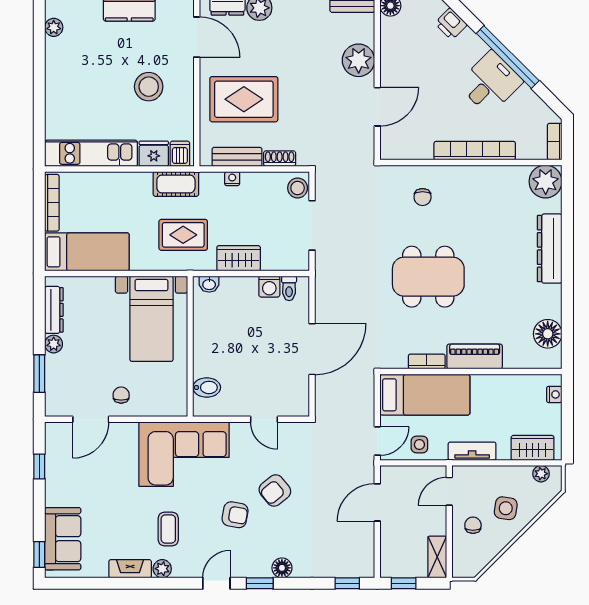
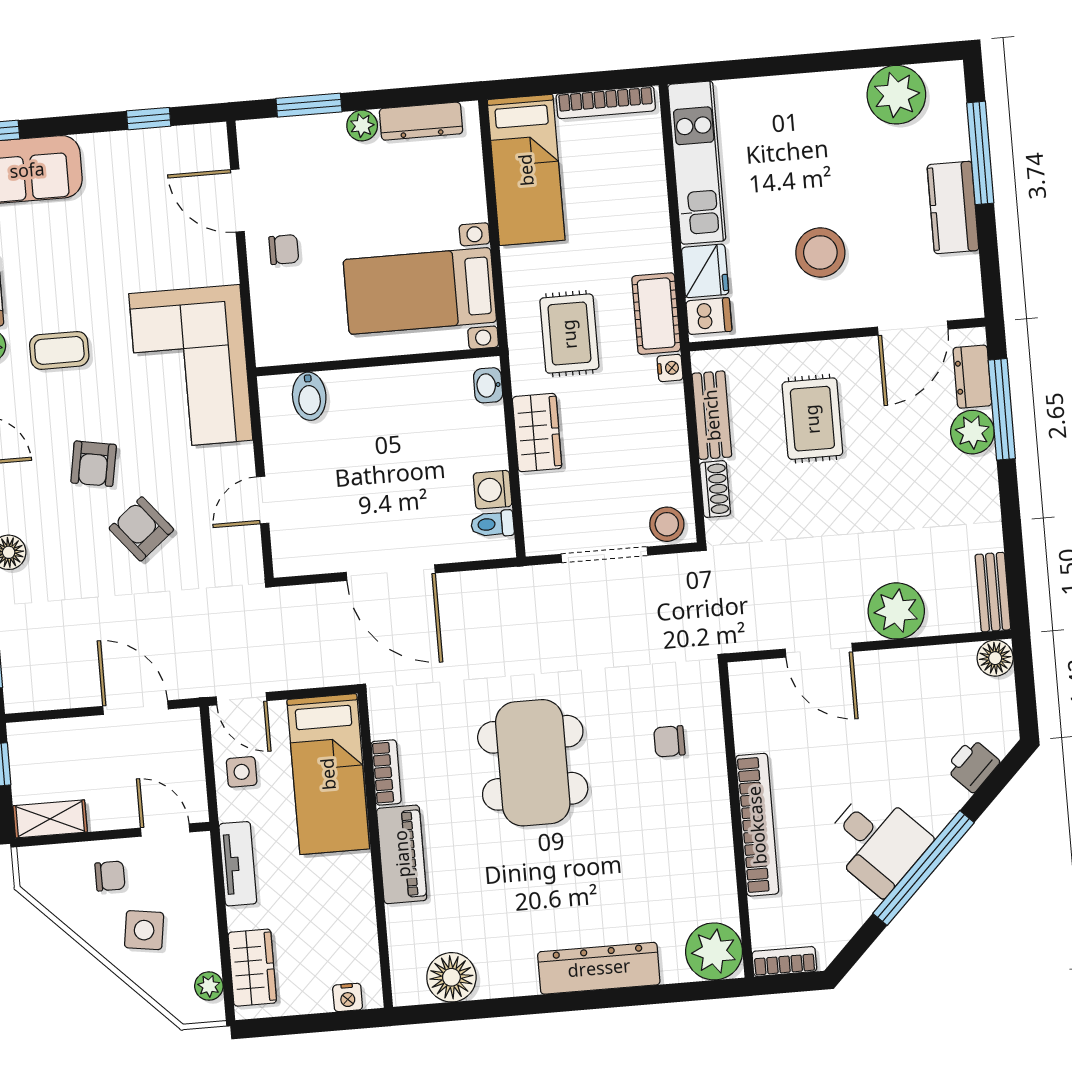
plant: (54, 27) -> (896, 95), width x1.88, depth x1.88
rug: (244, 99) -> (812, 419), width x0.73, depth x0.70
nightstand: (232, 179) -> (670, 368), moved

